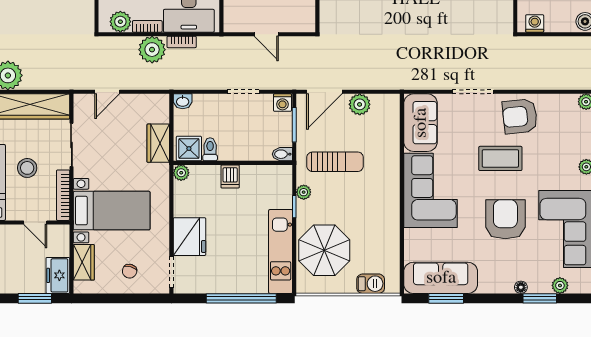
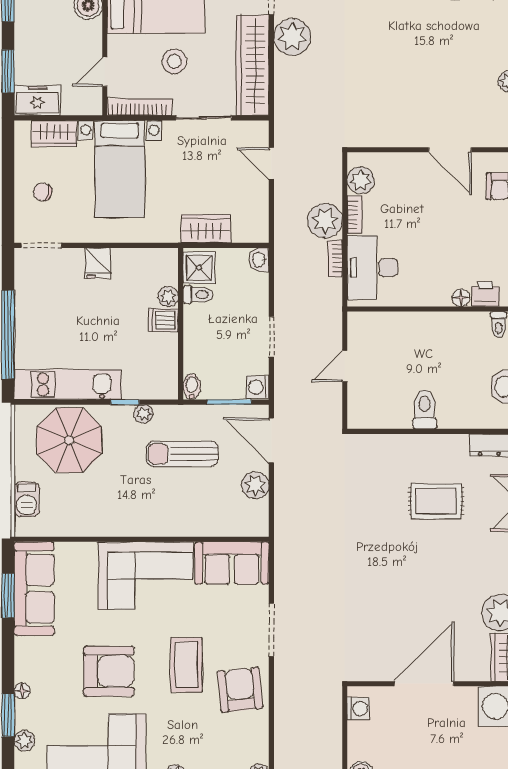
sun lounger: (335, 162) -> (182, 454), turned 90
plant: (181, 173) -> (168, 297), moved
fridge: (189, 237) -> (98, 263), width x0.53, depth x0.75

